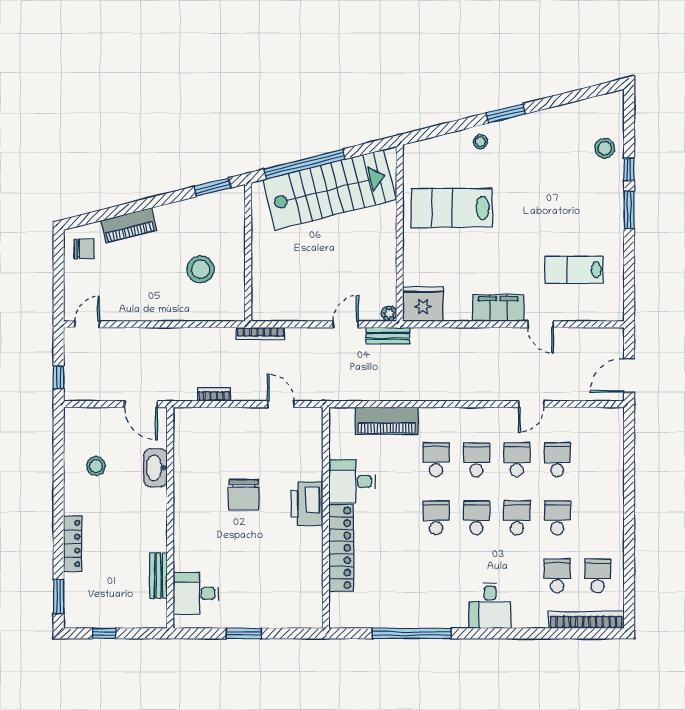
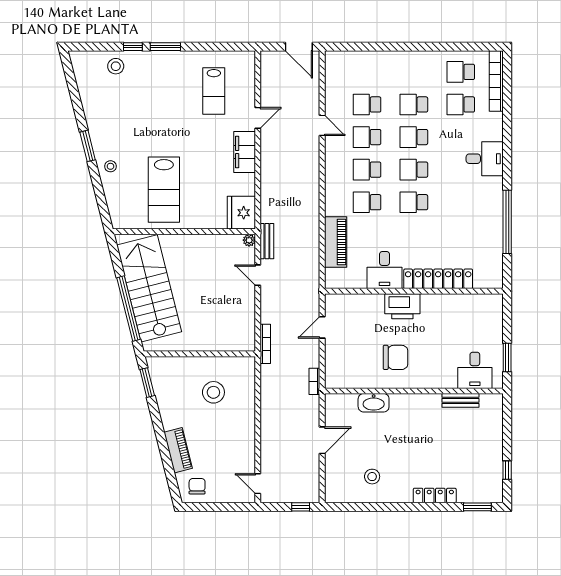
washbasin: (156, 468) -> (374, 403), moved
wall: (170, 518) -> (414, 391), moved
bench: (159, 576) -> (461, 400), moved
desk: (196, 593) -> (475, 370), moved

